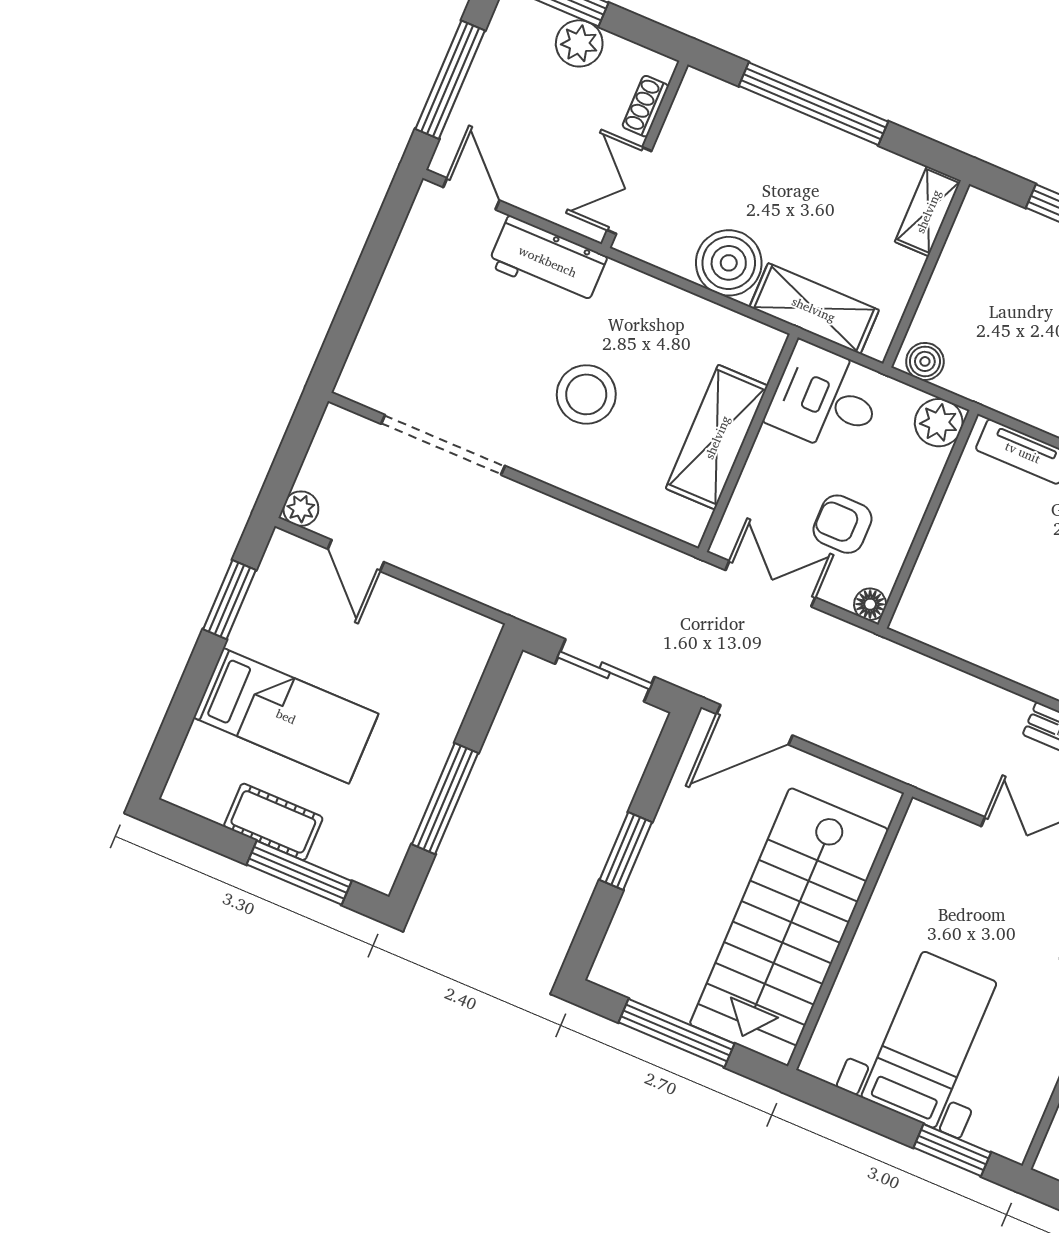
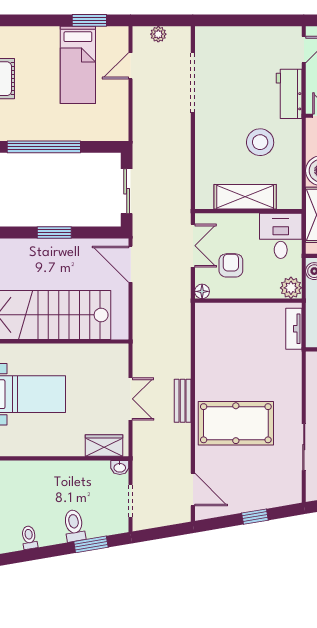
stool: (586, 394) -> (260, 142), moved
plant: (301, 509) -> (158, 34), moved
bed: (286, 716) -> (78, 65), moved
window: (445, 799) -> (44, 147), width x1.46

